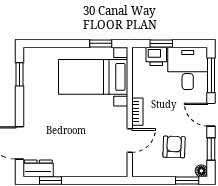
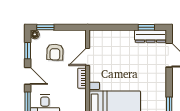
dresser: (38, 168) -> (150, 36), width x1.44

